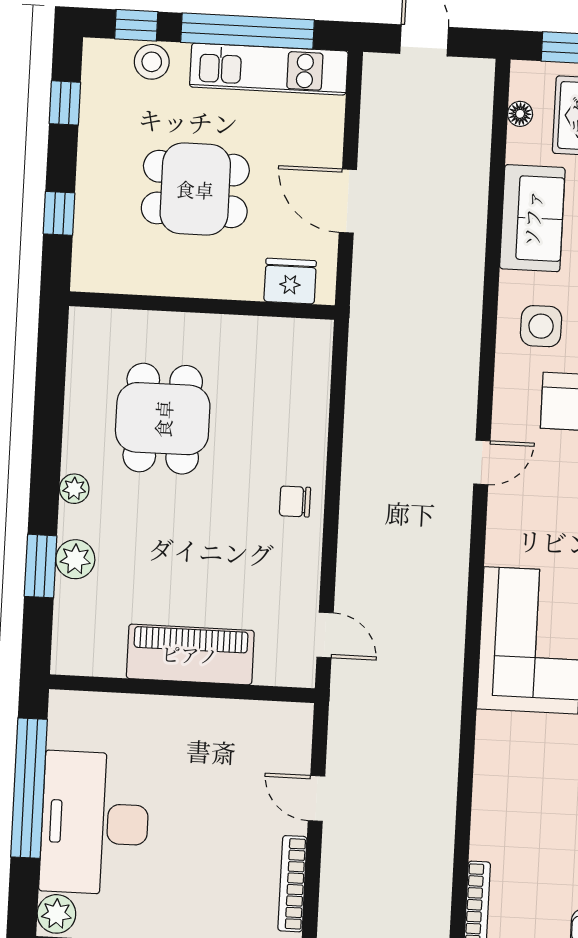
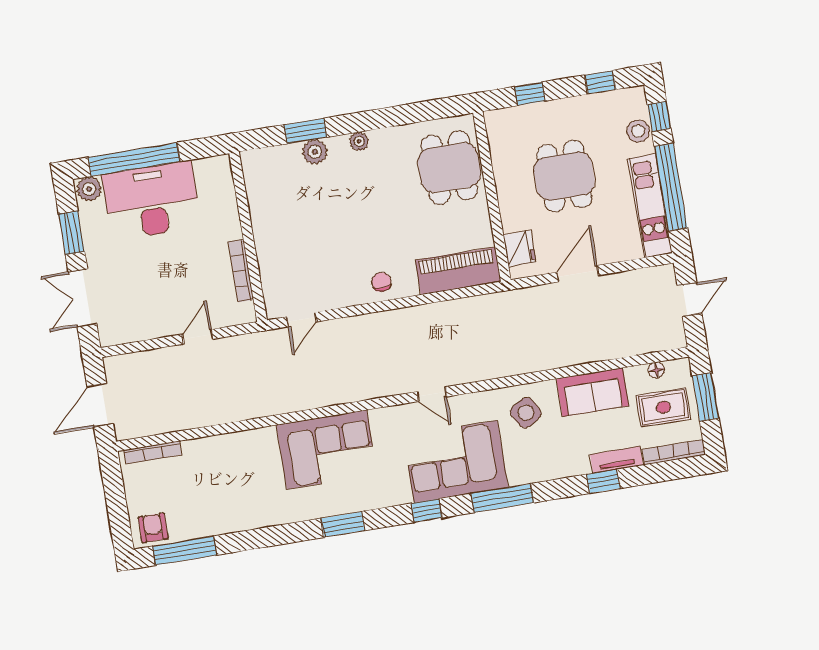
side table: (541, 326) -> (526, 413), turned -31
dining table: (163, 419) -> (449, 168), moved, turned 90
piano: (190, 654) -> (458, 271), moved, turned -90
window: (29, 788) -> (134, 159), moved
bookcase: (292, 884) -> (241, 271), moved, turned -90

